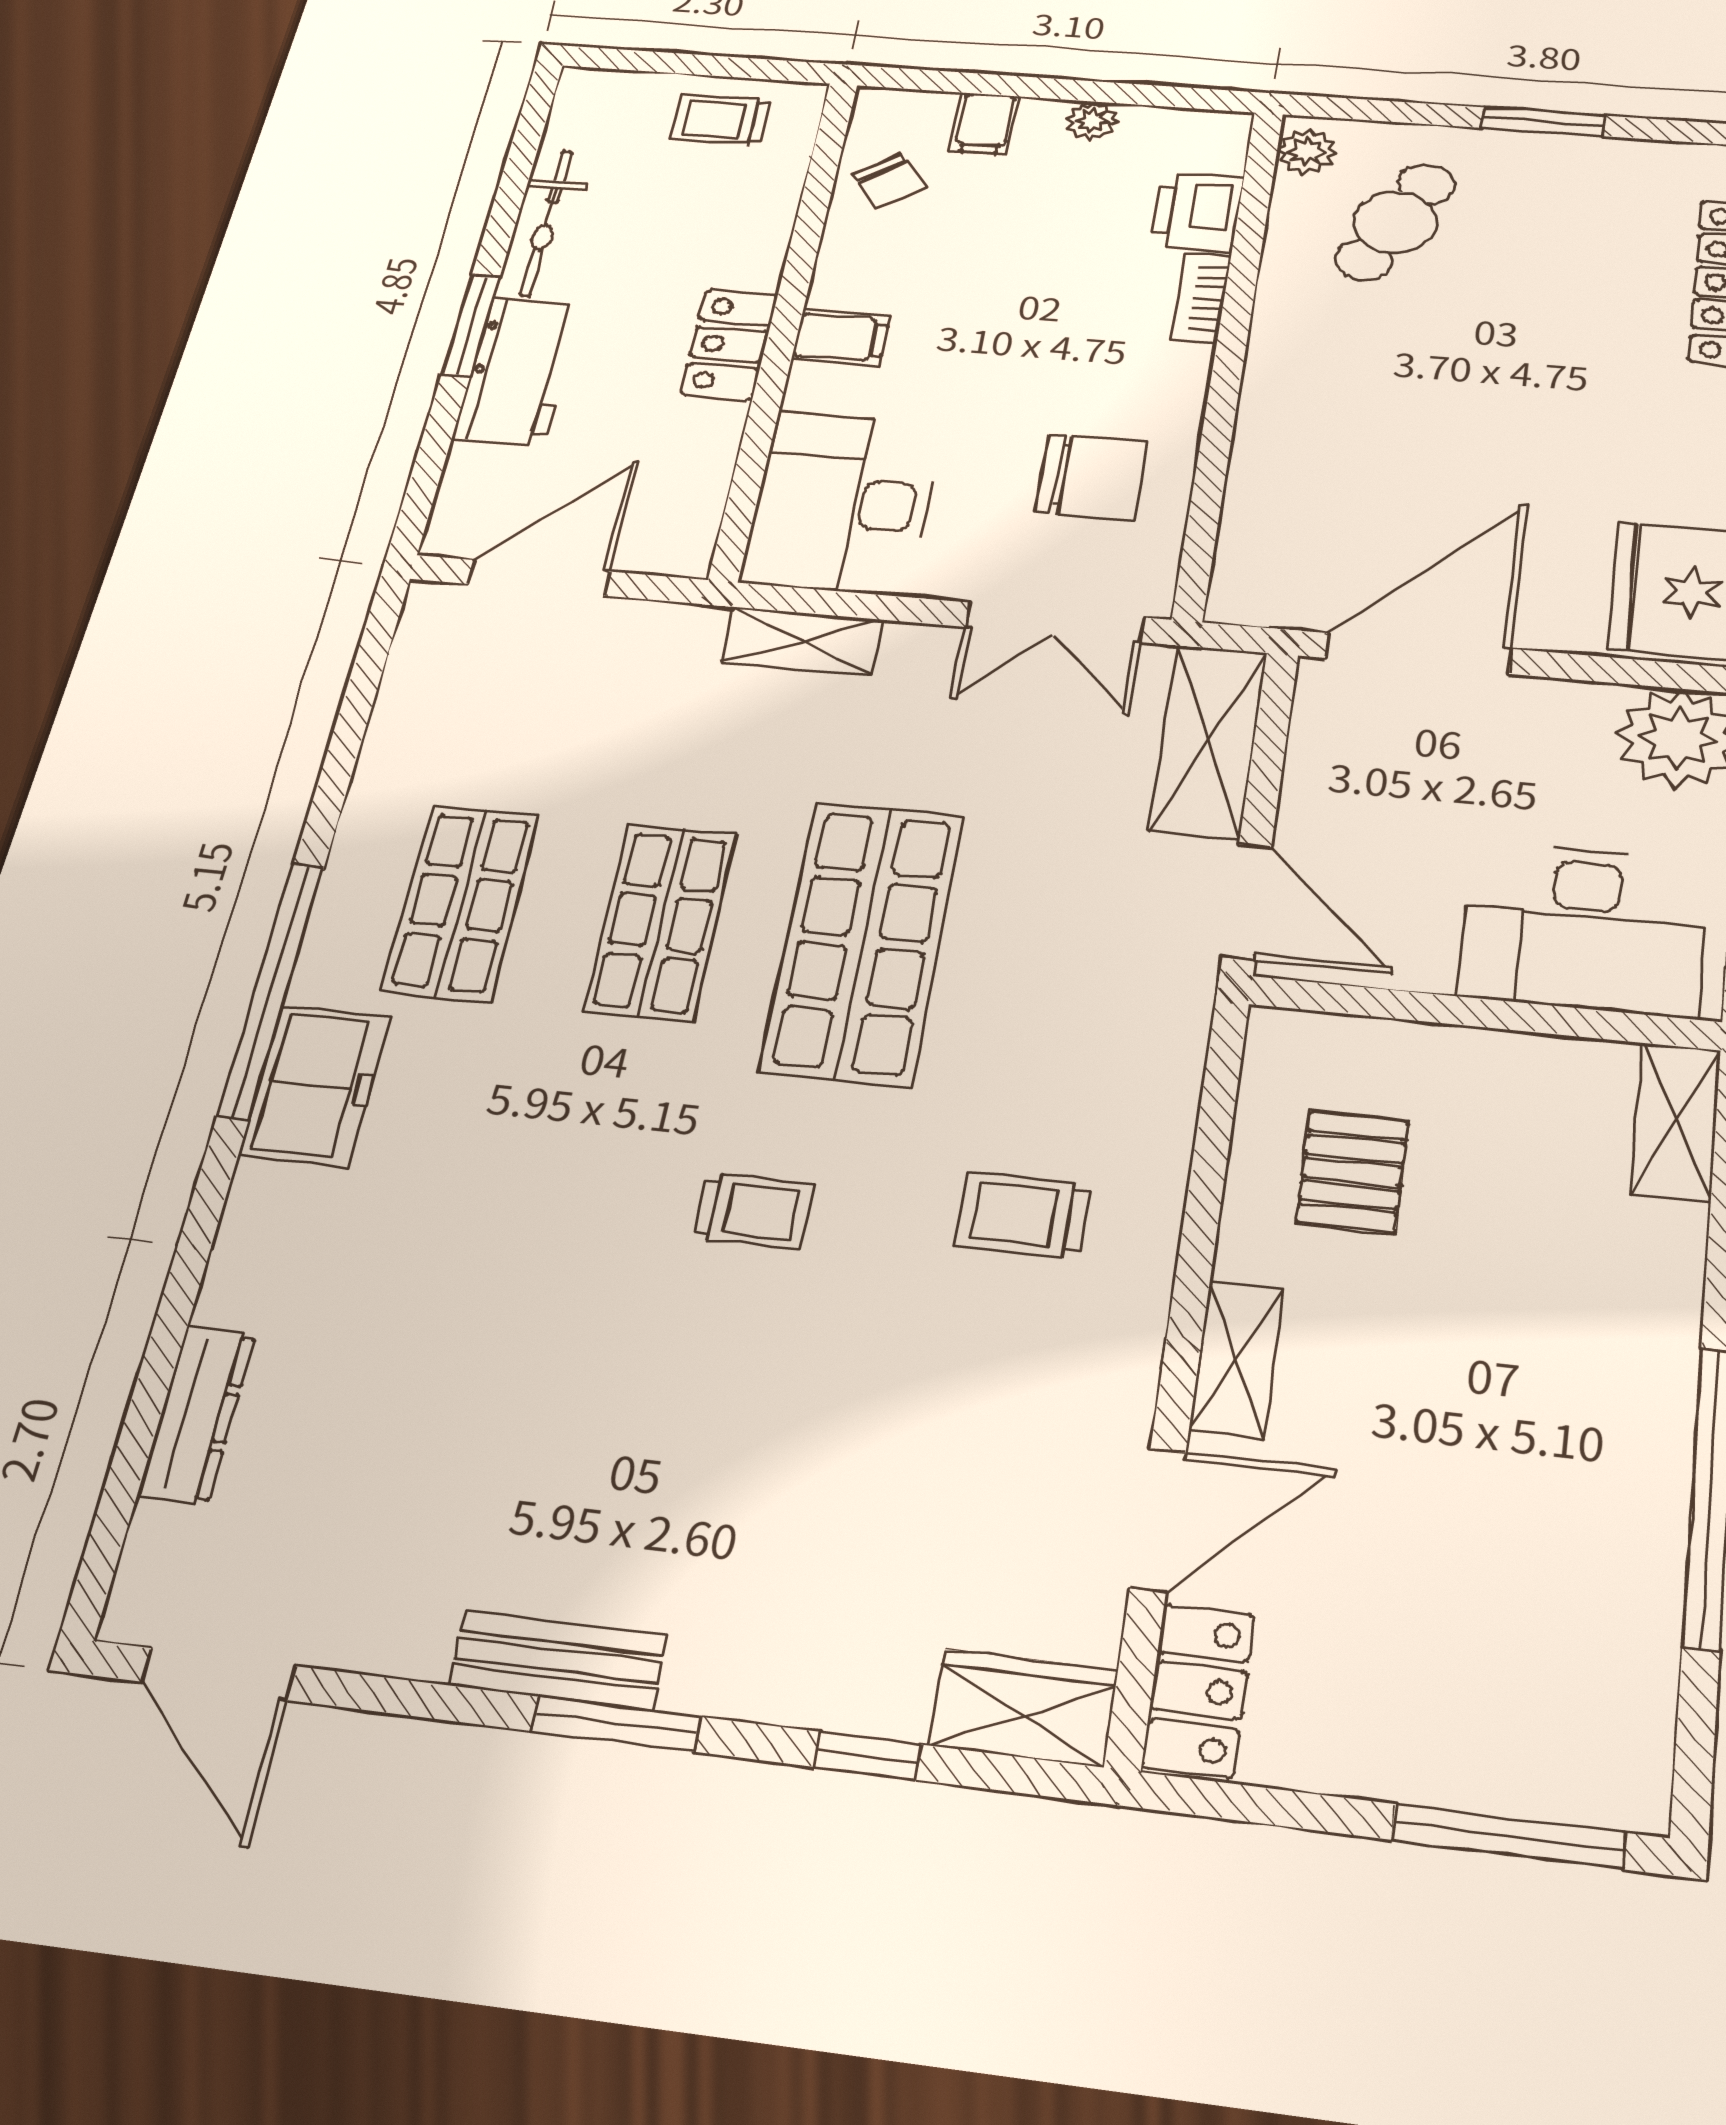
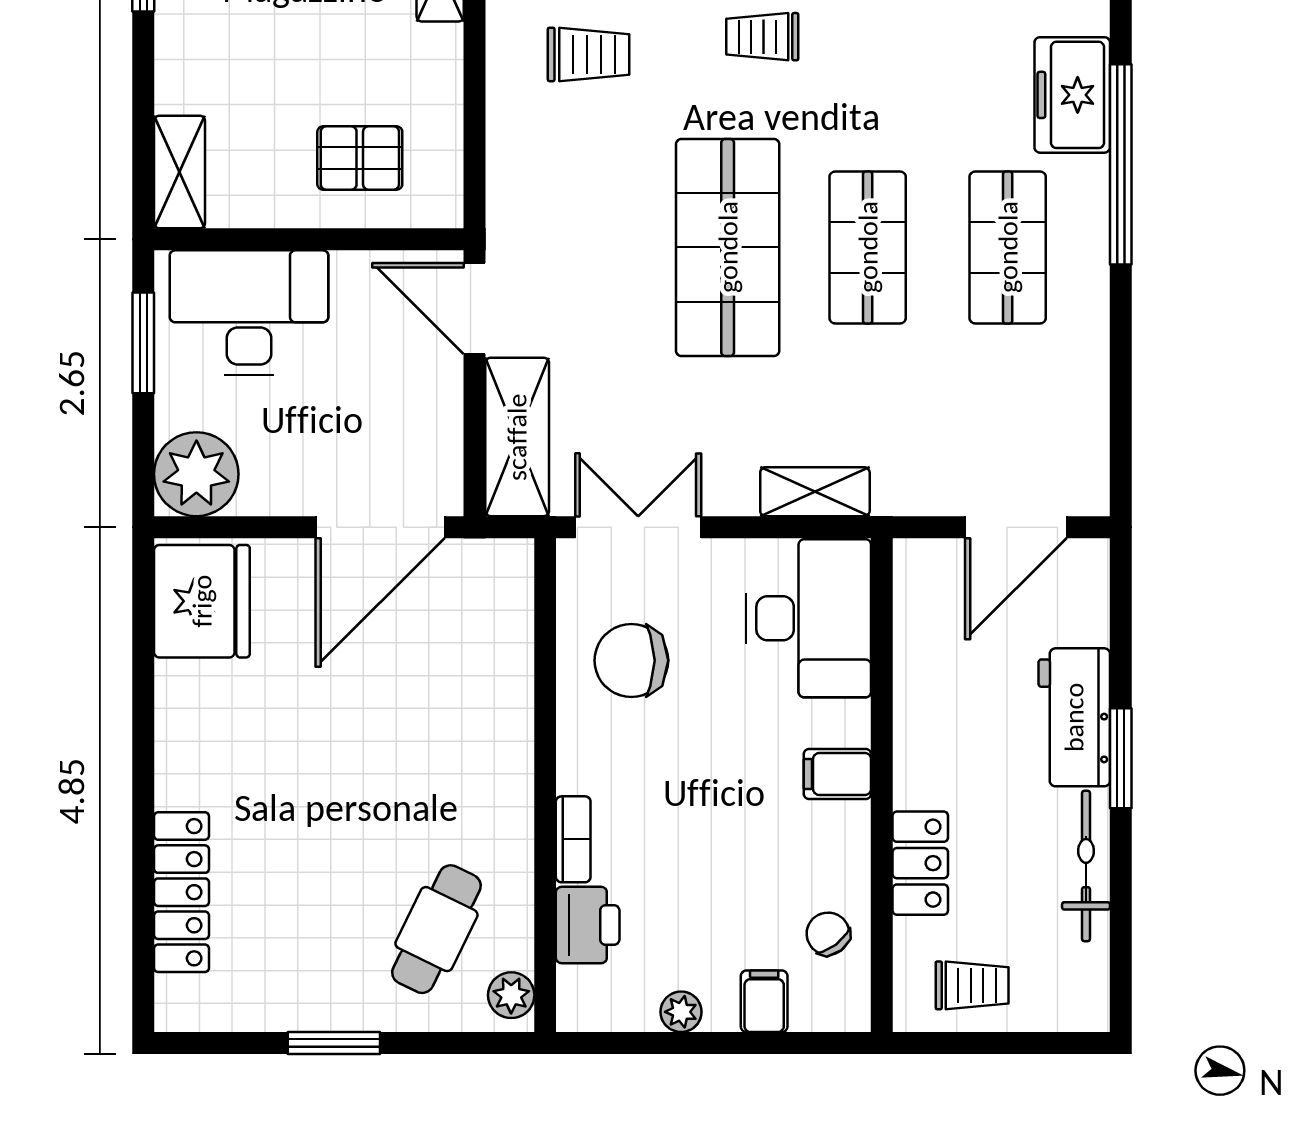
locker: (729, 344) -> (920, 863), moved
pallet: (1352, 1172) -> (360, 158), moved, turned 90

